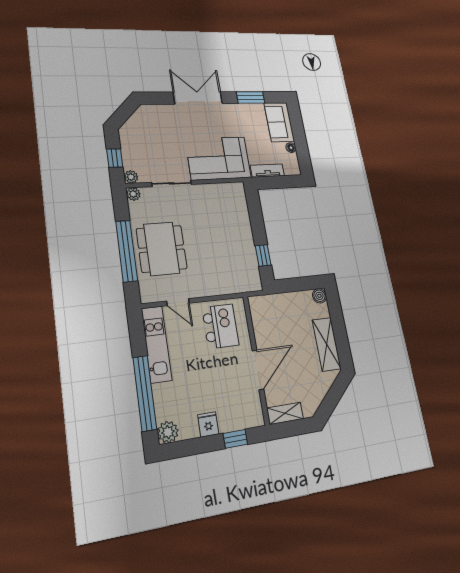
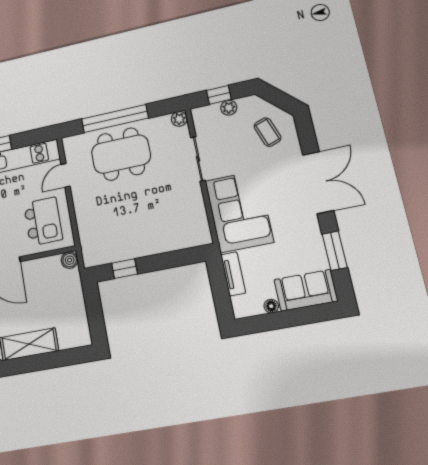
coffee table: (153, 126) -> (267, 132), added
plant: (131, 177) -> (229, 108), moved
boiler: (319, 296) -> (70, 260), moved
kitchen island: (220, 326) -> (43, 221), turned -90

